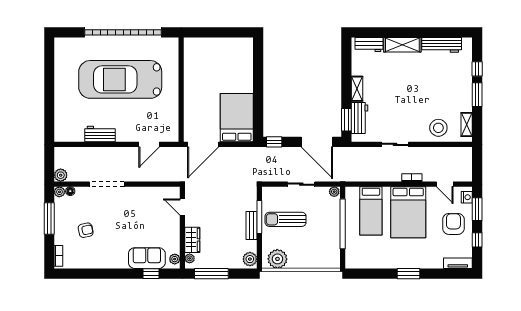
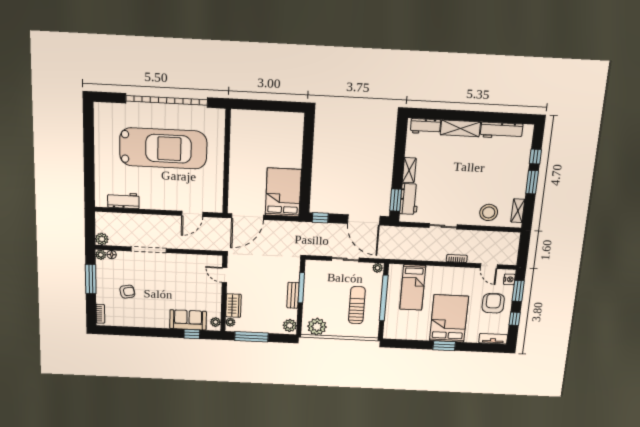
car: (120, 79) -> (163, 148), turned 180
workbench: (100, 134) -> (123, 201), moved
bed: (408, 212) -> (449, 319), moved, turned 180
sun lounger: (286, 219) -> (357, 305), moved, turned 90

